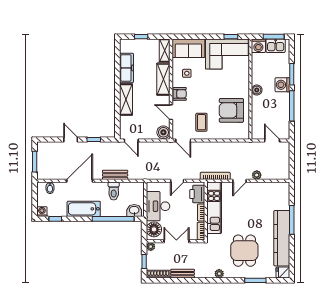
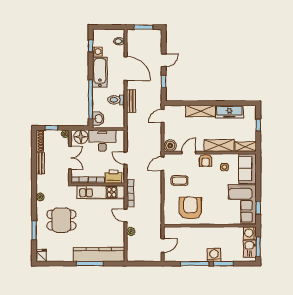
boiler: (257, 90) -> (209, 231), removed
washing machine: (42, 212) -> (97, 52), moved
kitchen counter: (282, 238) -> (99, 254), moved

